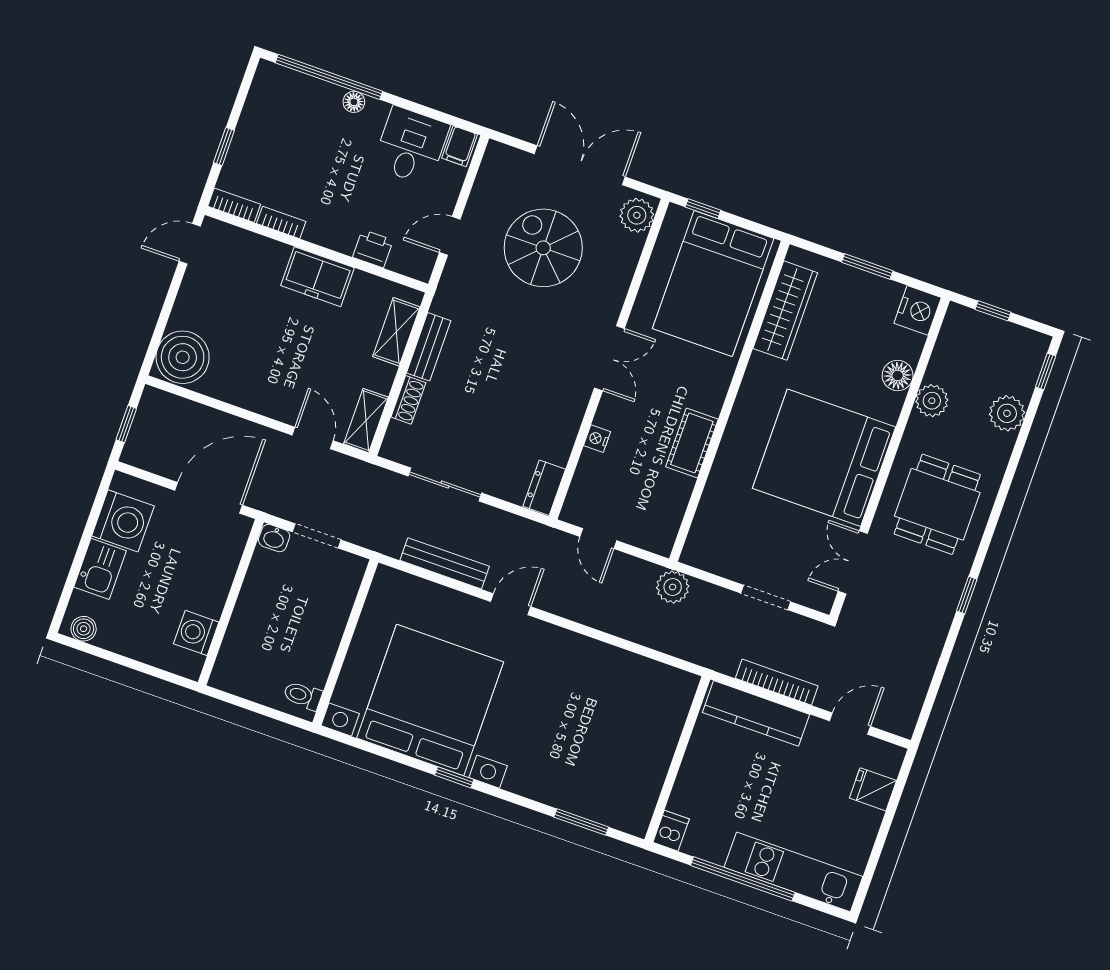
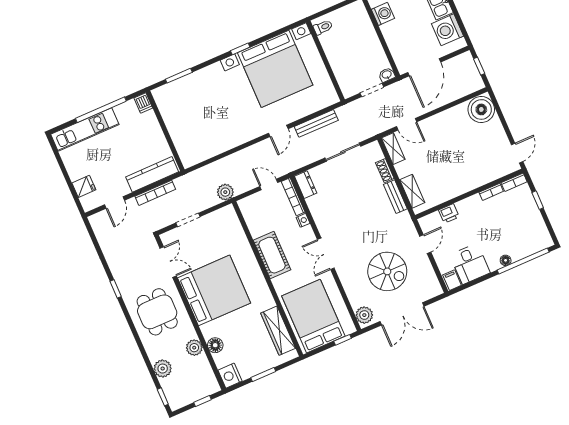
freezer: (318, 277) -> (460, 185), removed
cot: (692, 443) -> (272, 255), width x1.37, depth x1.34
bookcase: (579, 487) -> (293, 197), added

